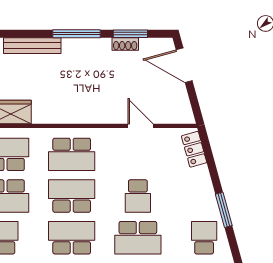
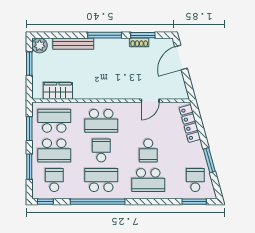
door: (184, 65) -> (181, 58), hinge flipped
door: (141, 126) -> (150, 101), swing flipped
locker: (194, 149) -> (190, 123), width x1.53
school desk: (72, 196) -> (101, 150), width x0.54

